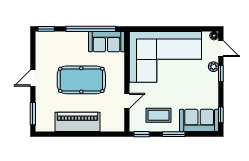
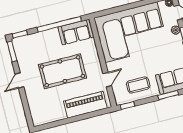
window: (33, 114) -> (12, 51), moved
piano: (77, 122) -> (85, 105), moved
window: (174, 134) -> (168, 95), moved

